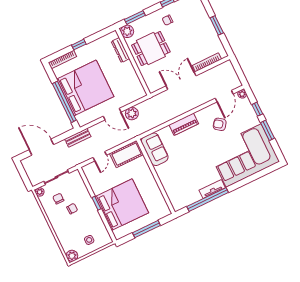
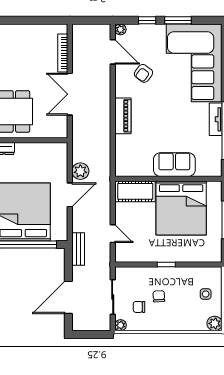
window: (217, 25) -> (25, 20), removed
sofa: (155, 149) -> (174, 165), moved
cot: (126, 154) -> (135, 191), moved, turned 90
bed: (122, 205) -> (181, 208), moved, turned 180

